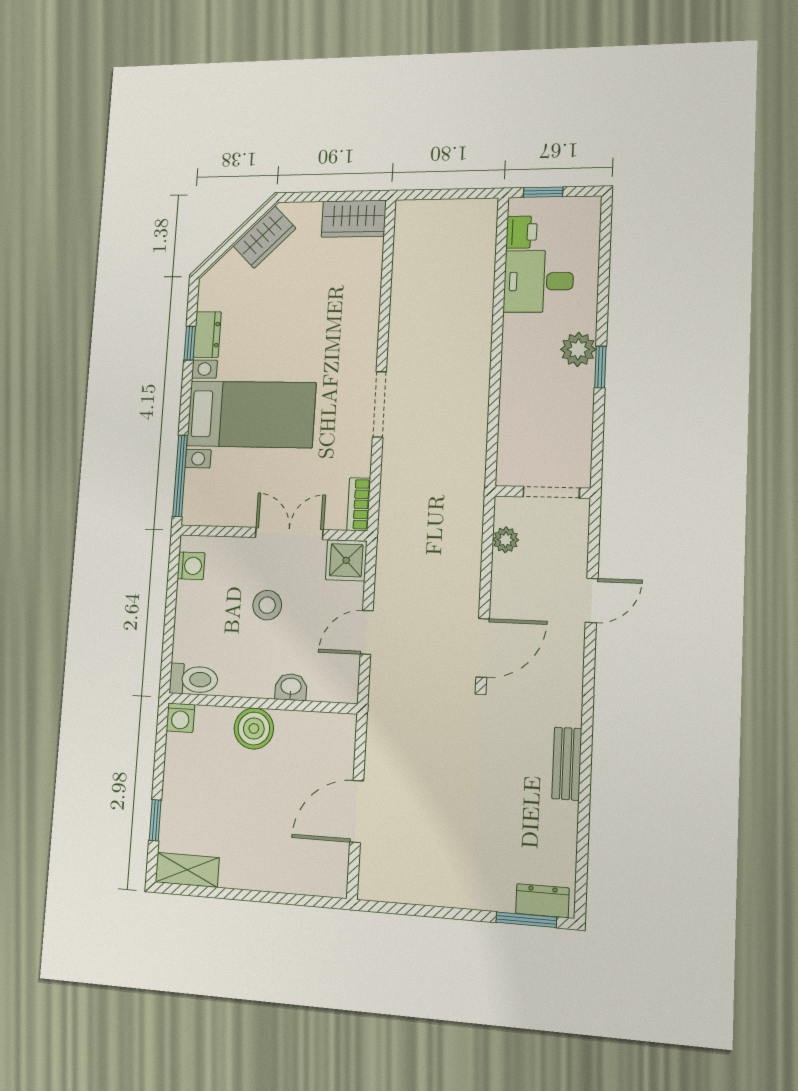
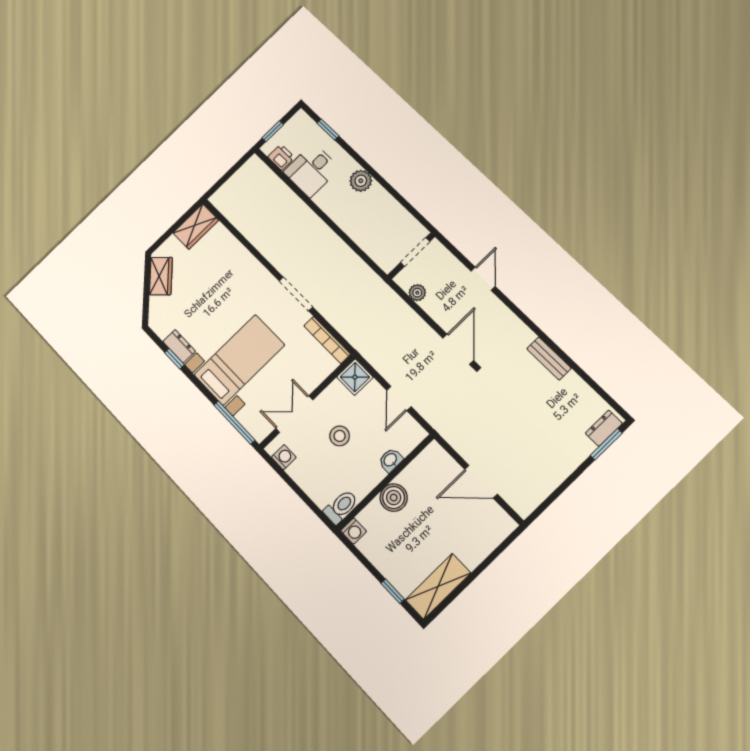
window: (600, 367) -> (328, 129), moved
bookcase: (359, 504) -> (327, 340), width x1.56
double door: (289, 534) -> (294, 414), moved
door: (357, 811) -> (481, 482), hinge flipped
shelving: (187, 870) -> (438, 586), width x1.50, depth x1.33

